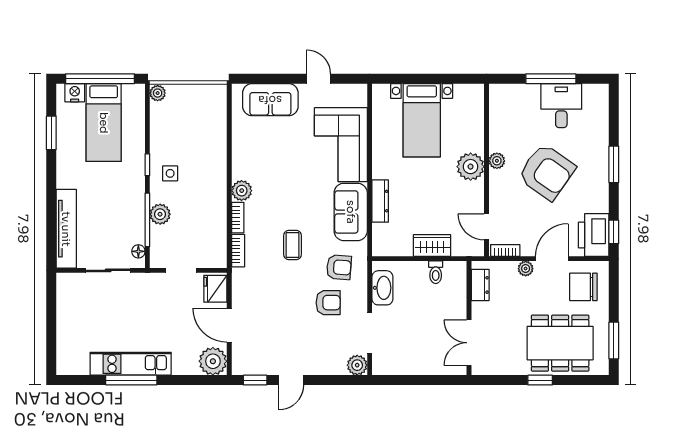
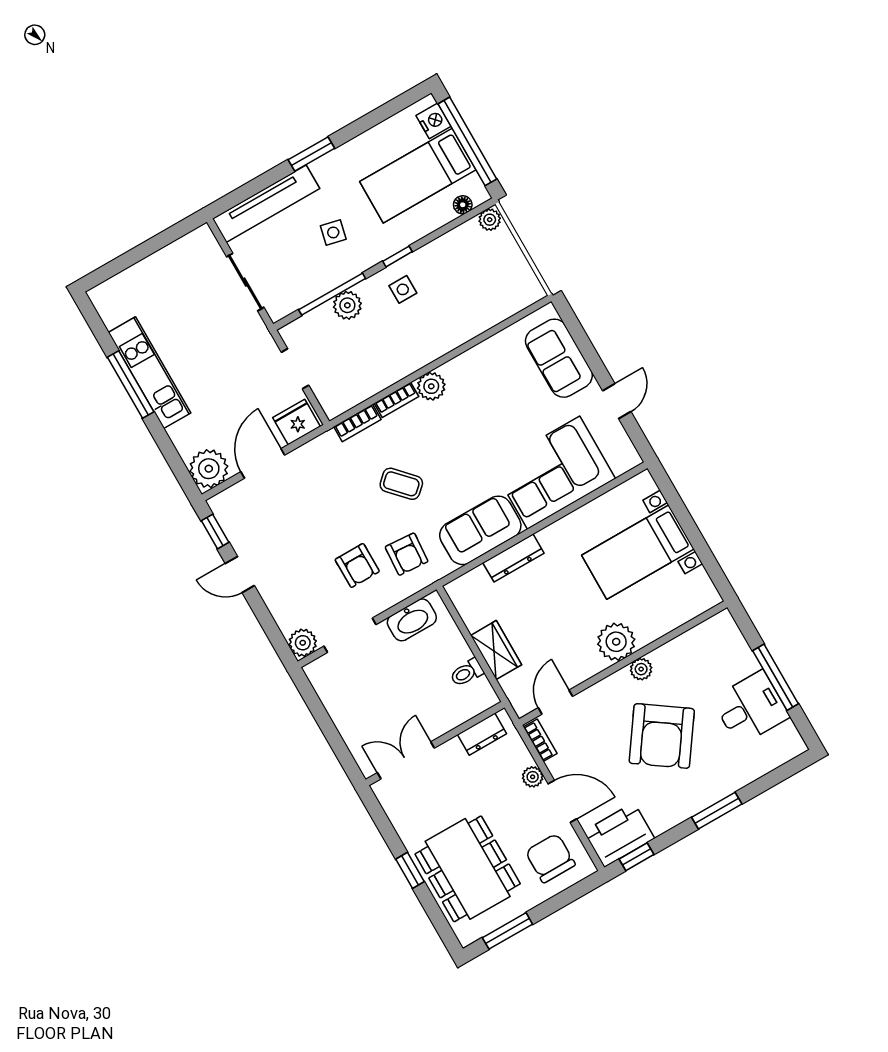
window: (51, 133) -> (311, 154), moved
side table: (109, 197) -> (333, 232), added
coffee table: (293, 245) -> (401, 484), turned 47
floor lamp: (138, 251) -> (463, 205), moved

